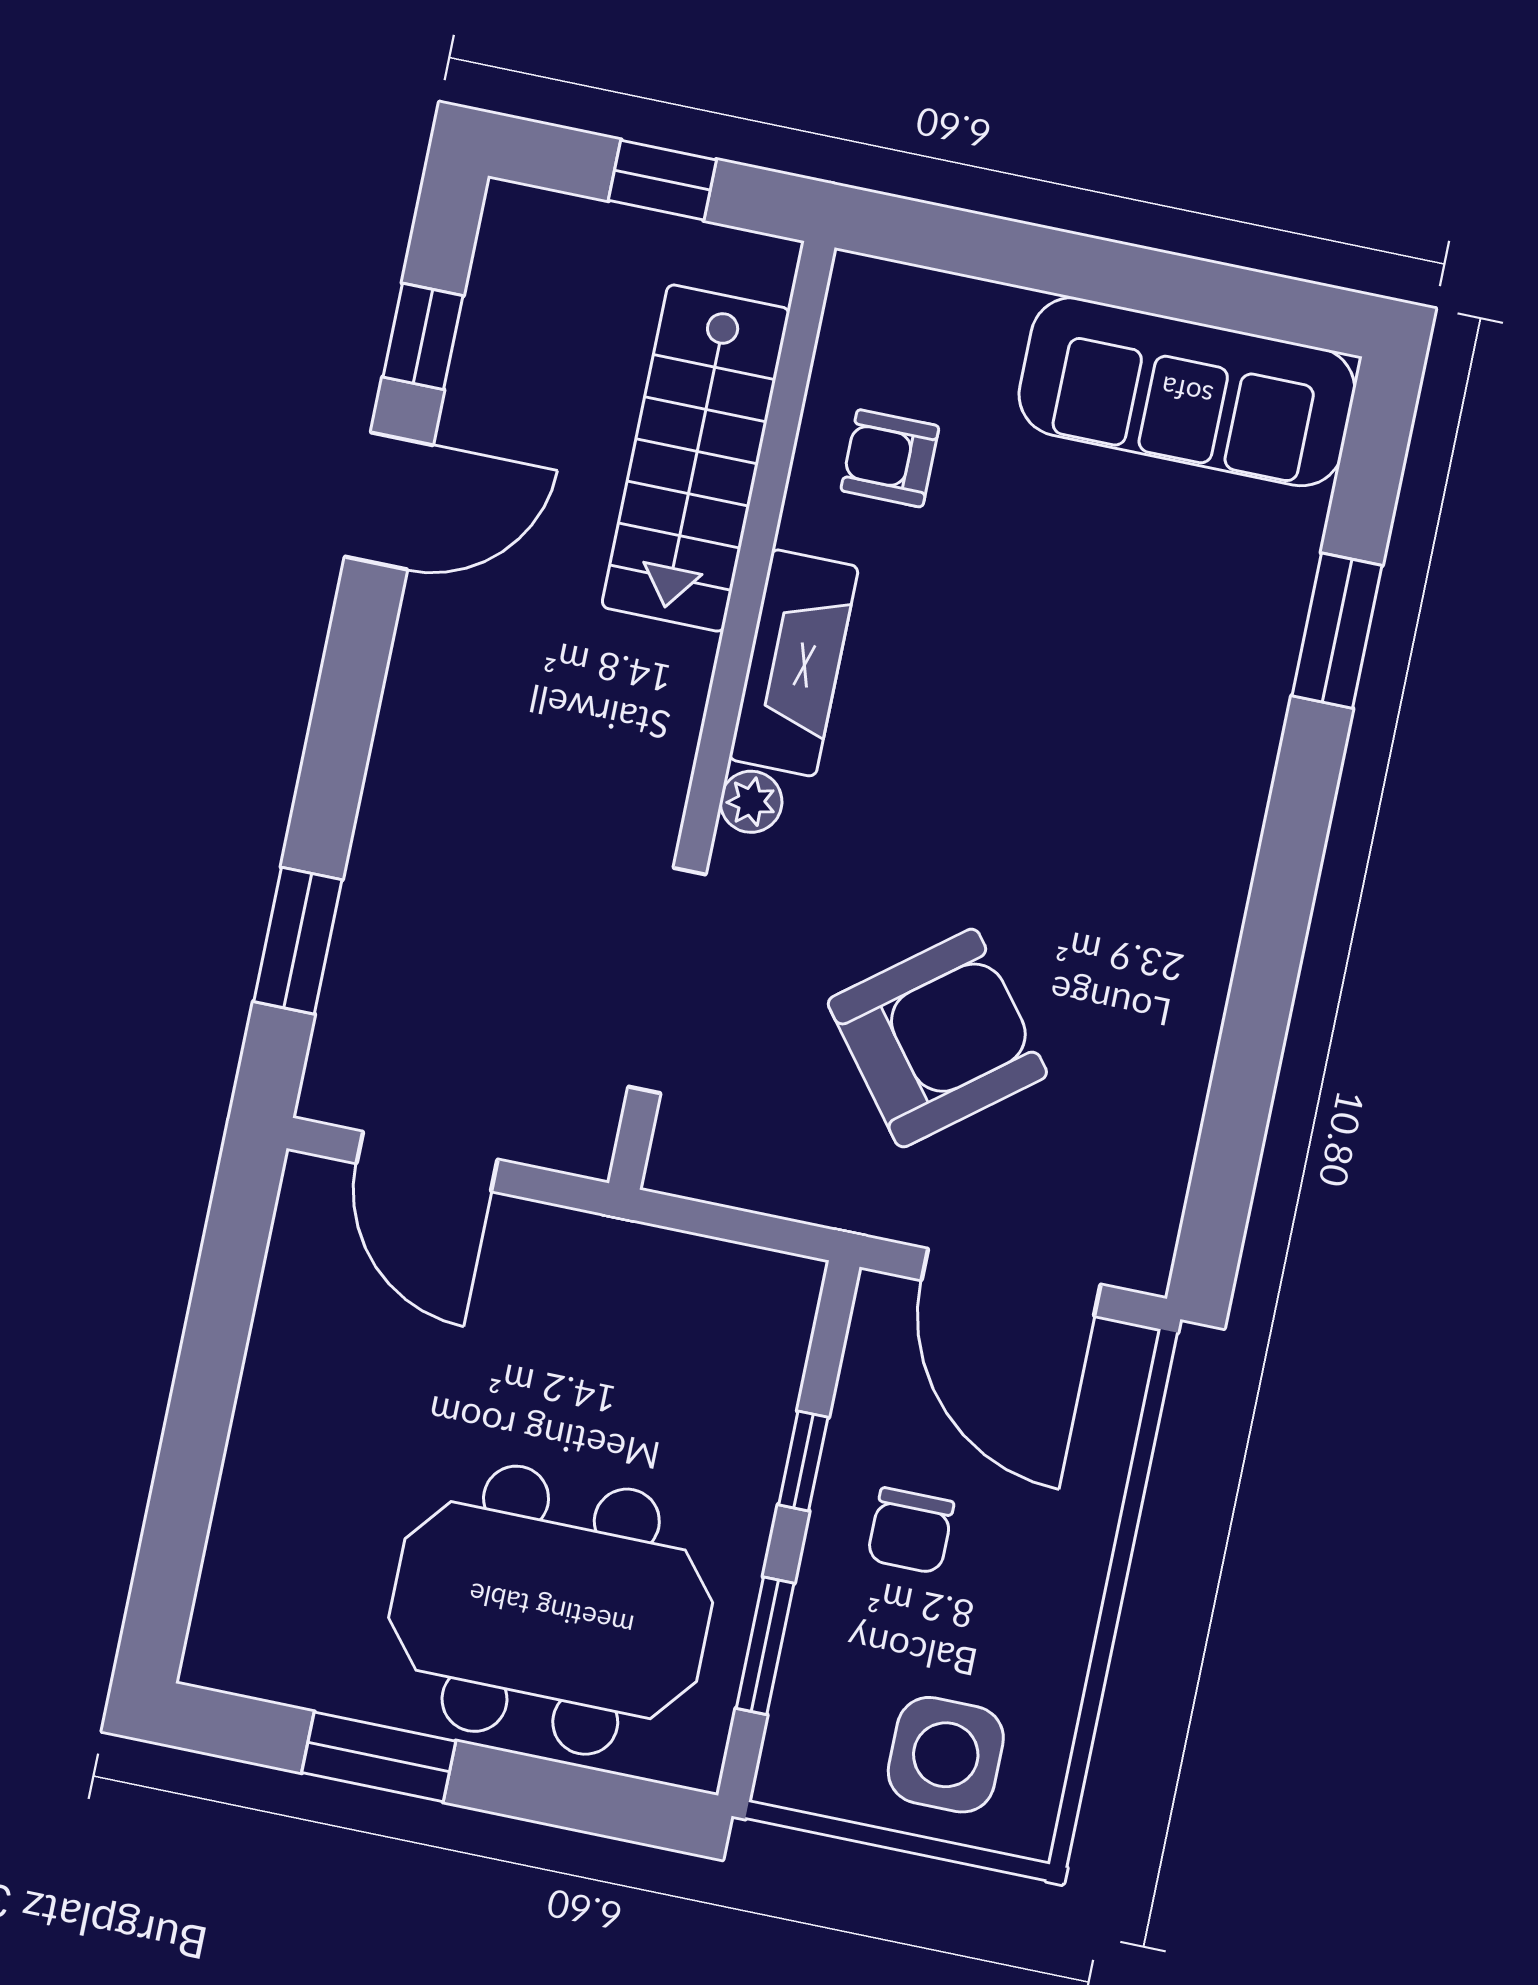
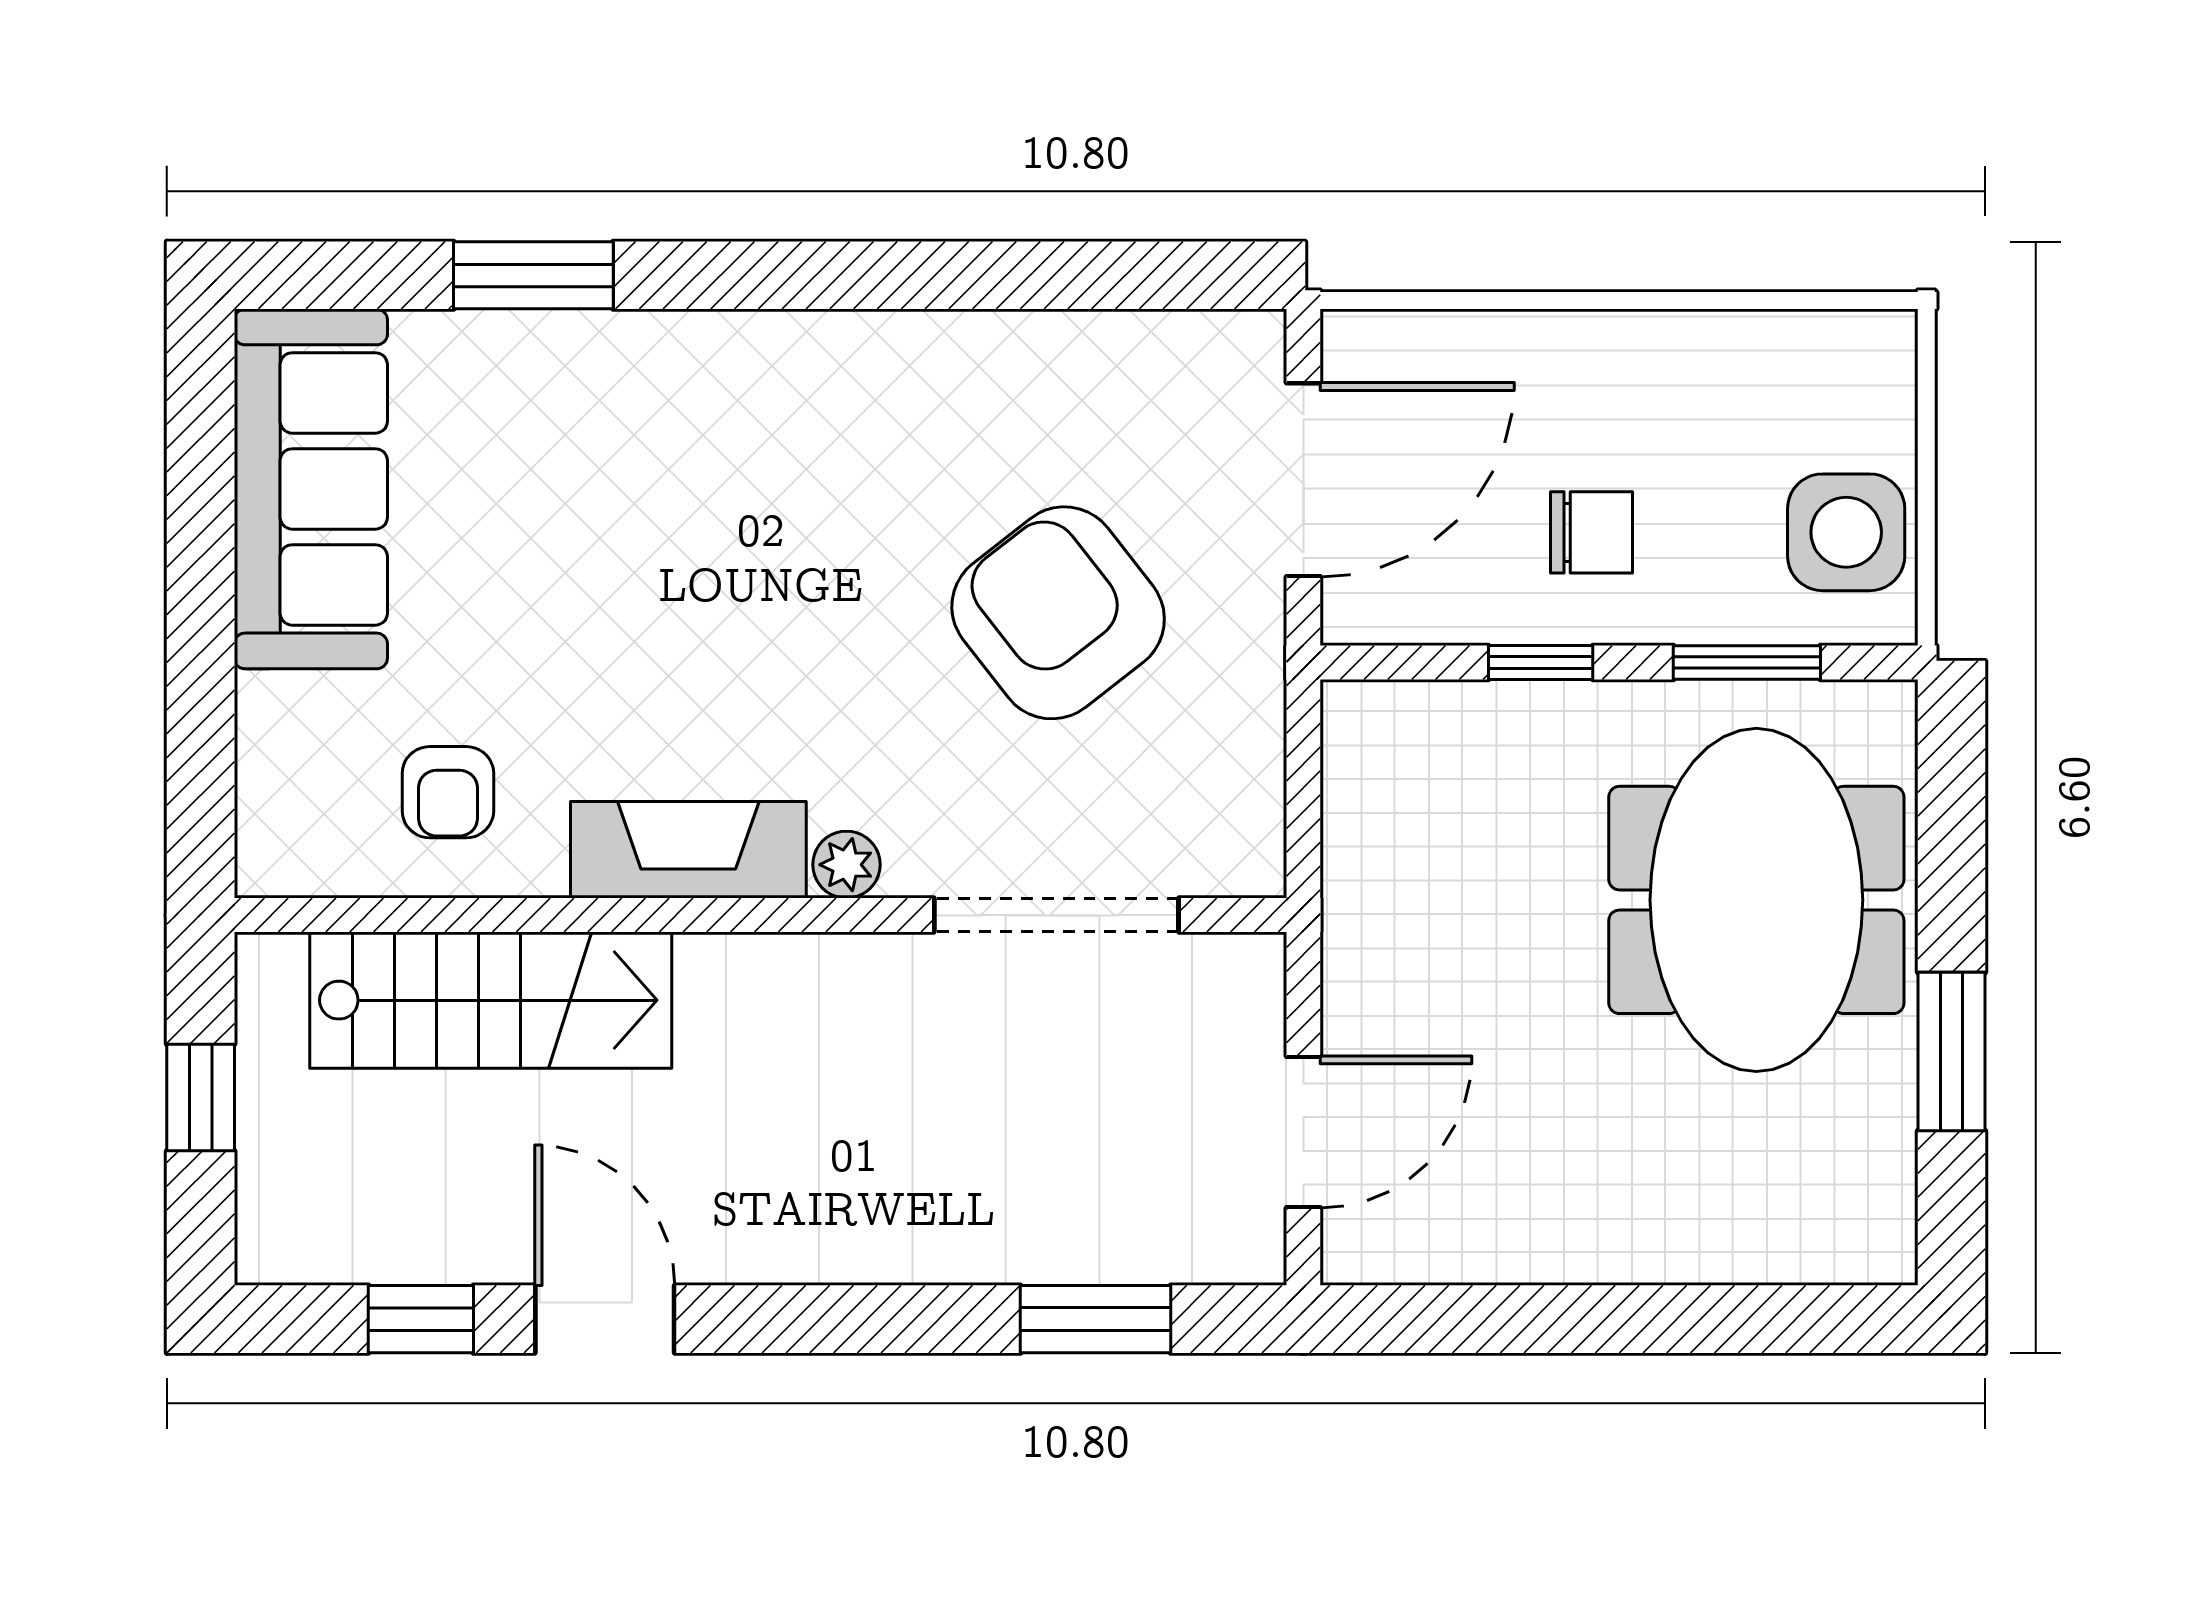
side table: (946, 1755) -> (1846, 532), moved

